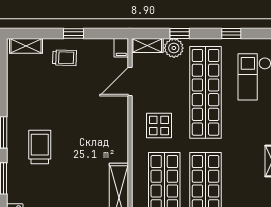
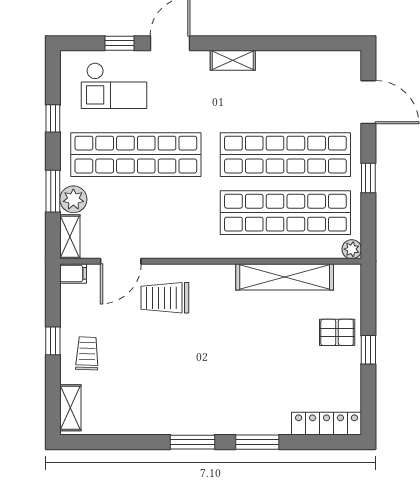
window: (180, 34) -> (53, 191), width x1.50
door: (130, 82) -> (121, 261), hinge flipped
display table: (159, 126) -> (183, 220), removed
trolley: (40, 147) -> (165, 298), moved

